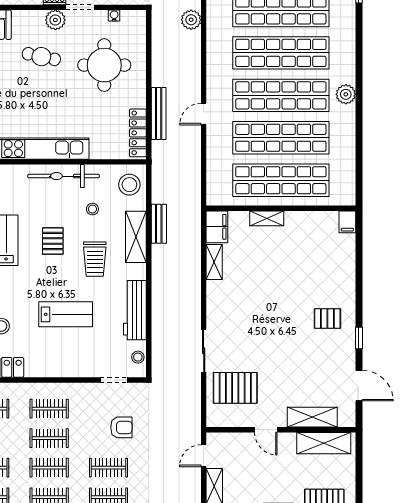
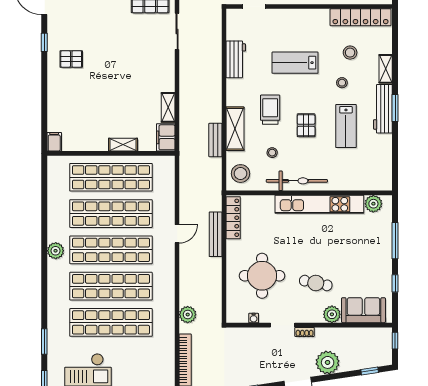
plant: (55, 20) -> (332, 314), moved
workbench: (135, 310) -> (236, 59), width x0.73
stool: (138, 357) -> (342, 83), moved

